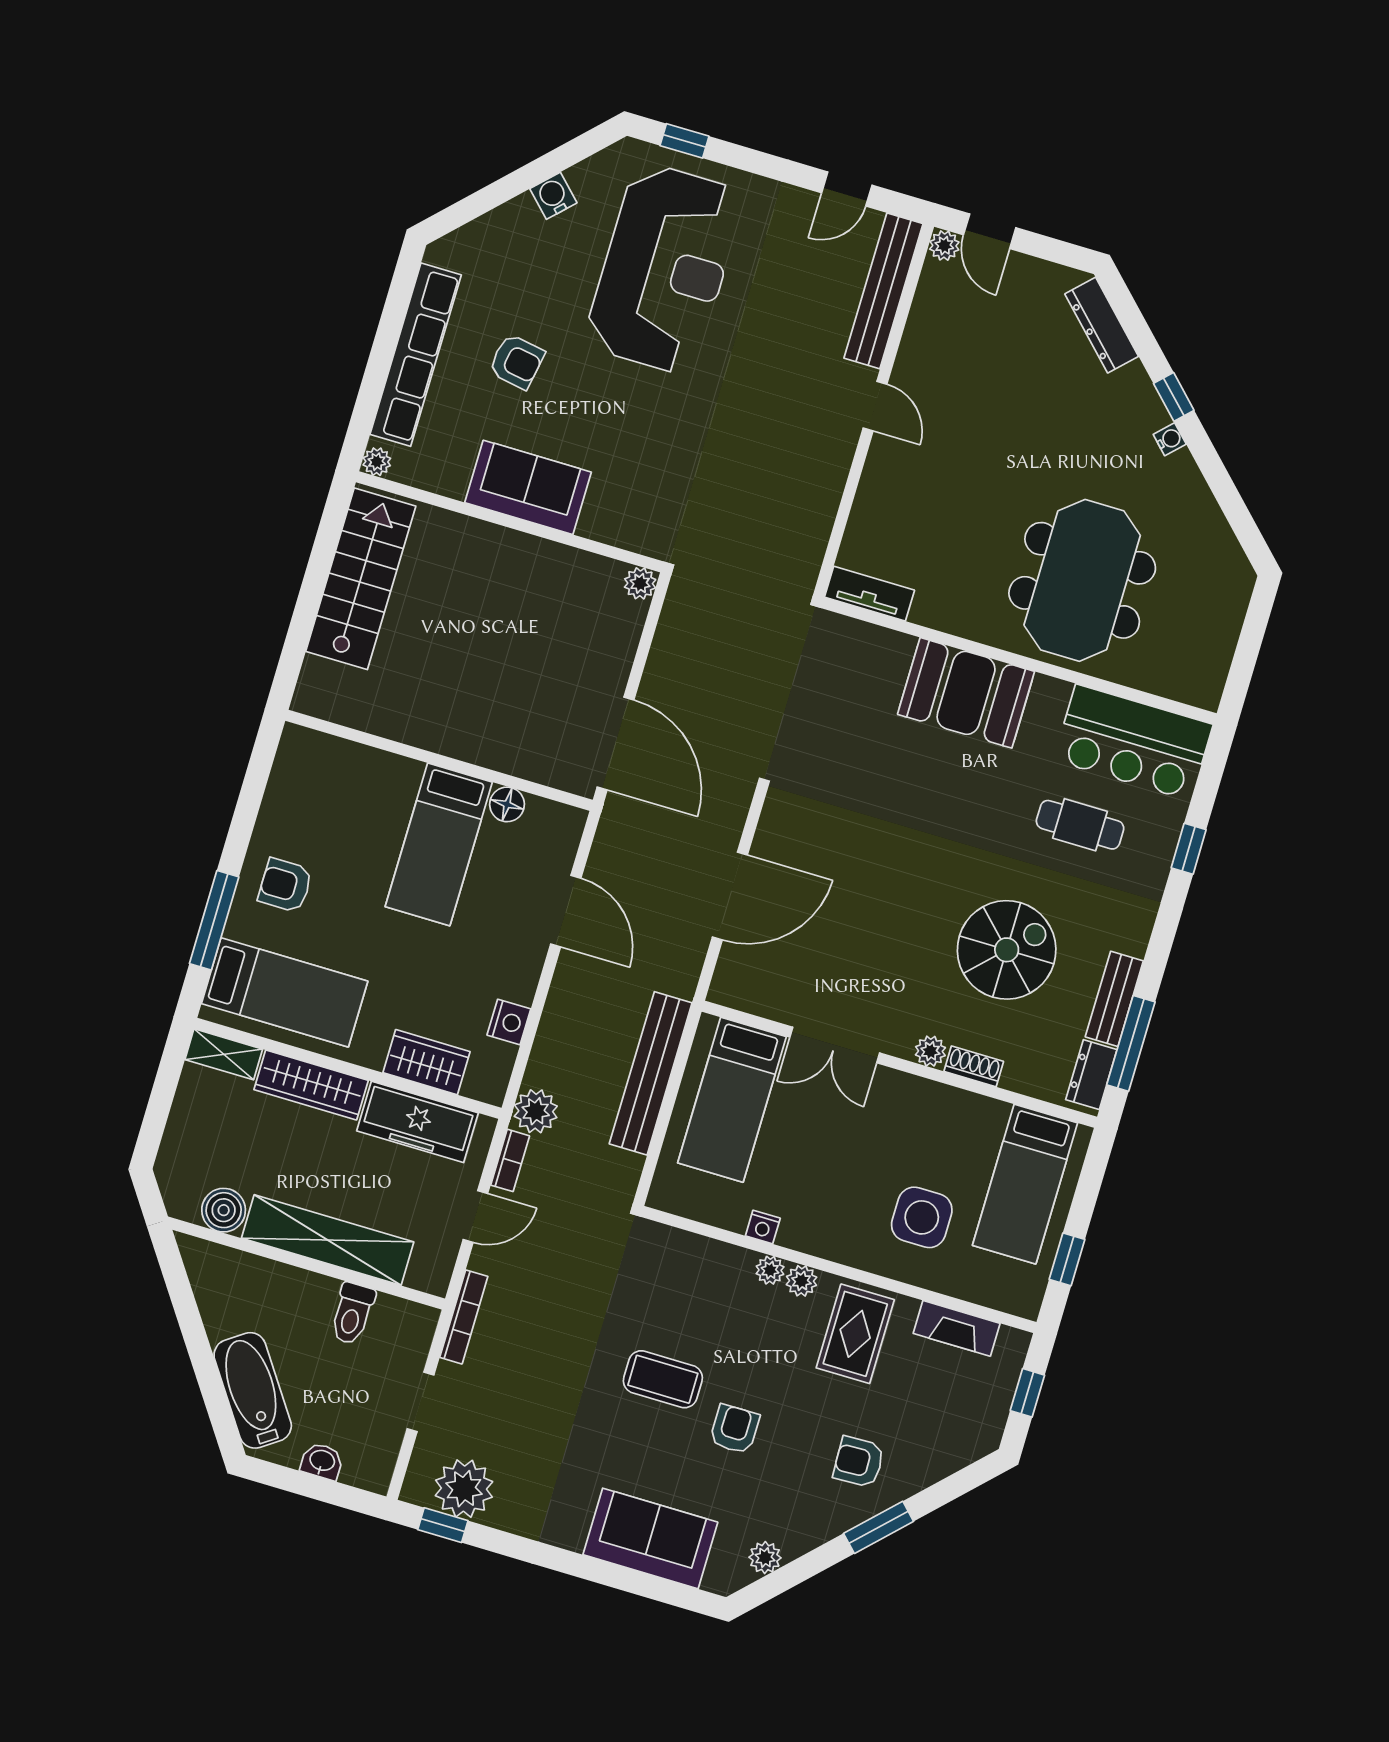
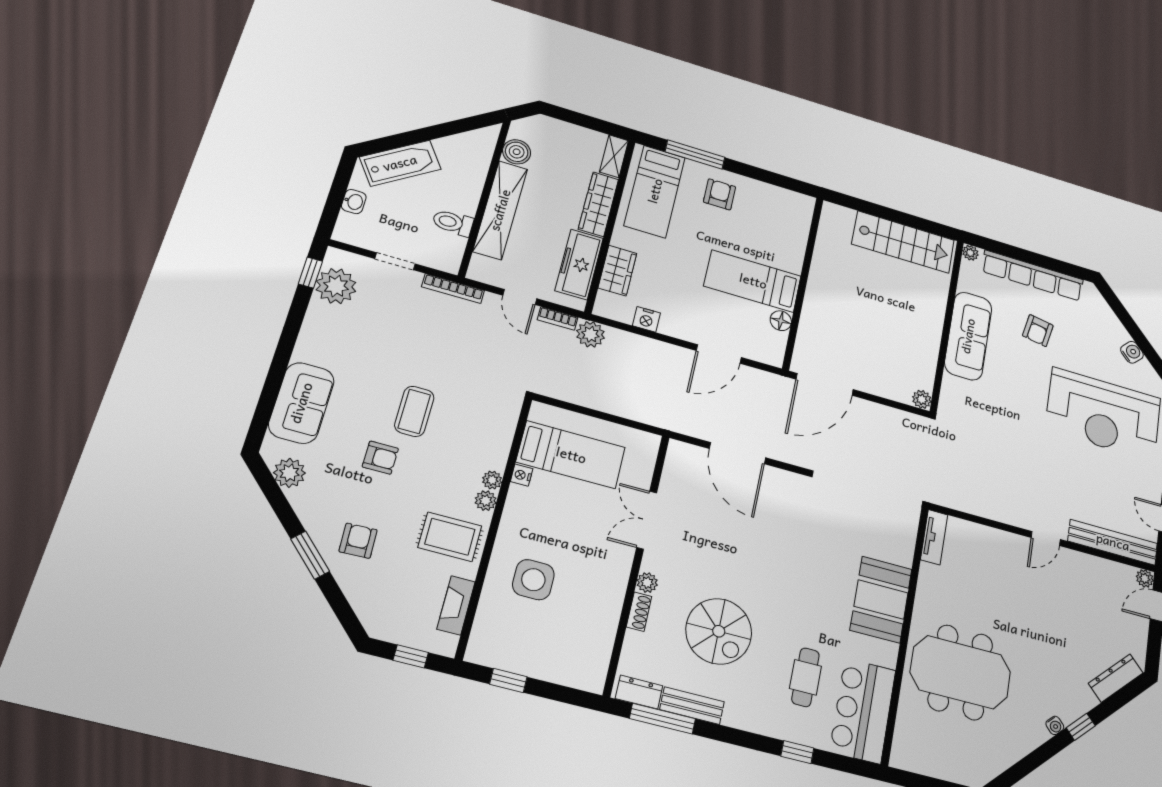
sofa: (528, 487) -> (968, 336), width x1.36
bench: (651, 1073) -> (620, 404), removed
bed: (732, 1100) -> (571, 455), moved, turned 180
bed: (1025, 1184) -> (560, 649), removed
plant: (765, 1558) -> (289, 473), width x1.38, depth x1.38

